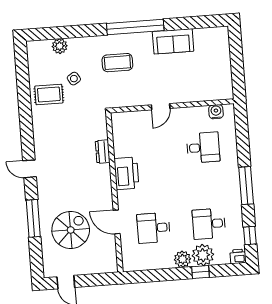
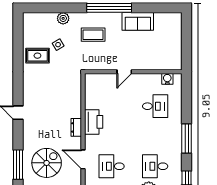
plant: (60, 46) -> (63, 18), moved
dresser: (103, 152) -> (76, 127), moved
window: (33, 218) -> (18, 165), moved

